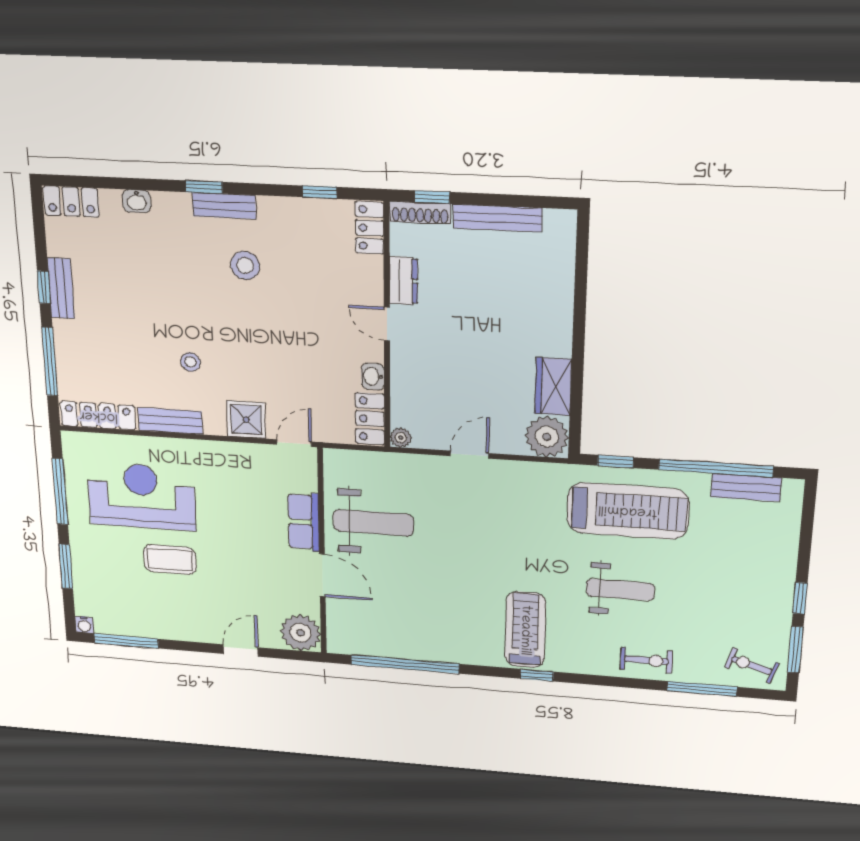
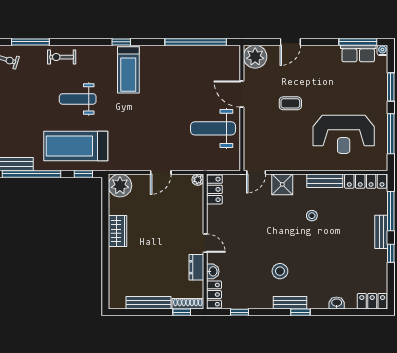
bench: (61, 288) -> (381, 232), moved
washbasin: (373, 376) -> (213, 271), moved
wardrobe: (553, 386) -> (117, 231), moved
row of seats: (304, 522) -> (358, 53), moved, turned 90
coffee table: (170, 560) -> (290, 103), moved, width x0.73, depth x0.77

